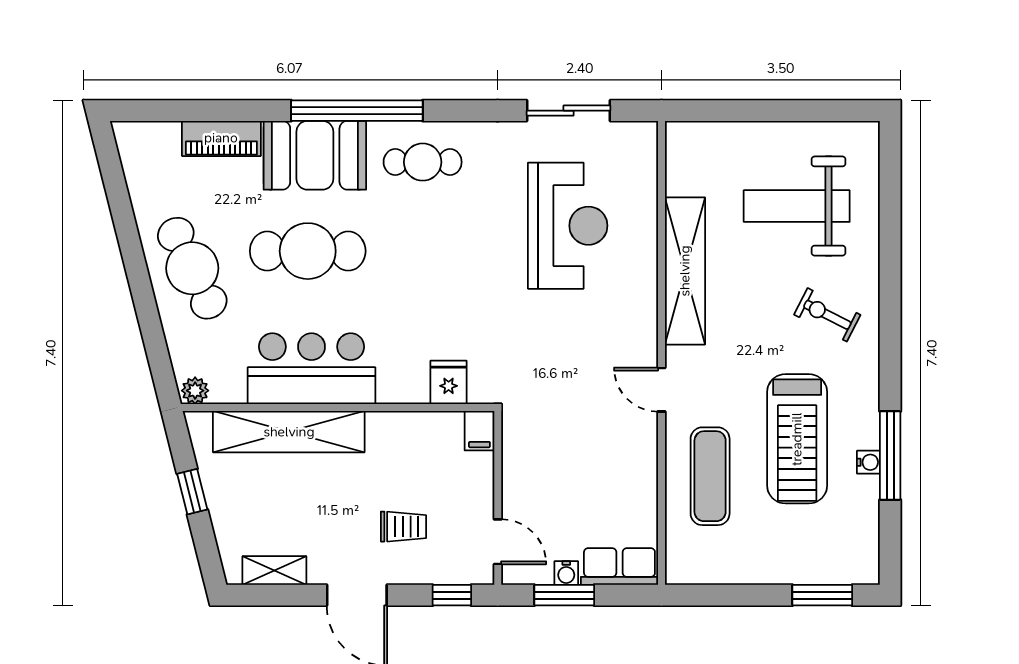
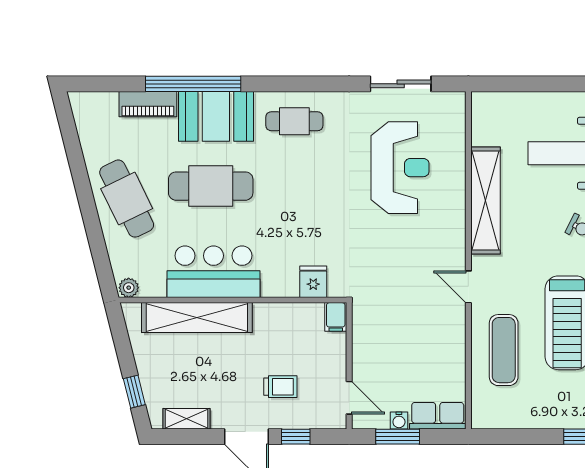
window: (357, 111) -> (193, 84), moved
window: (192, 492) -> (134, 392), moved
window: (452, 595) -> (296, 437), moved

